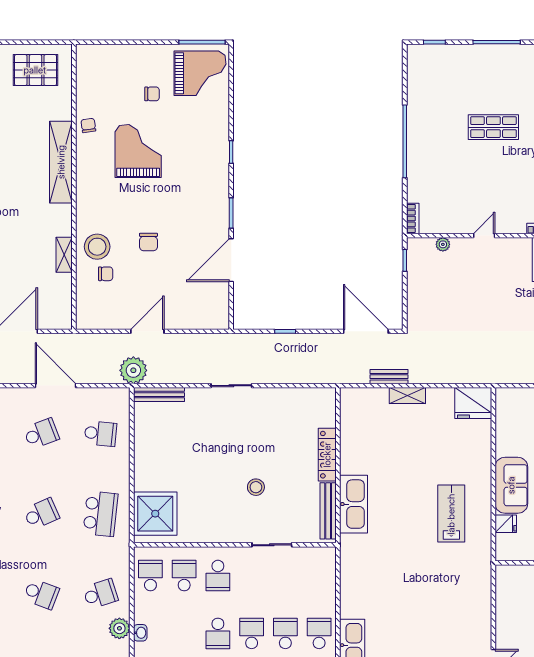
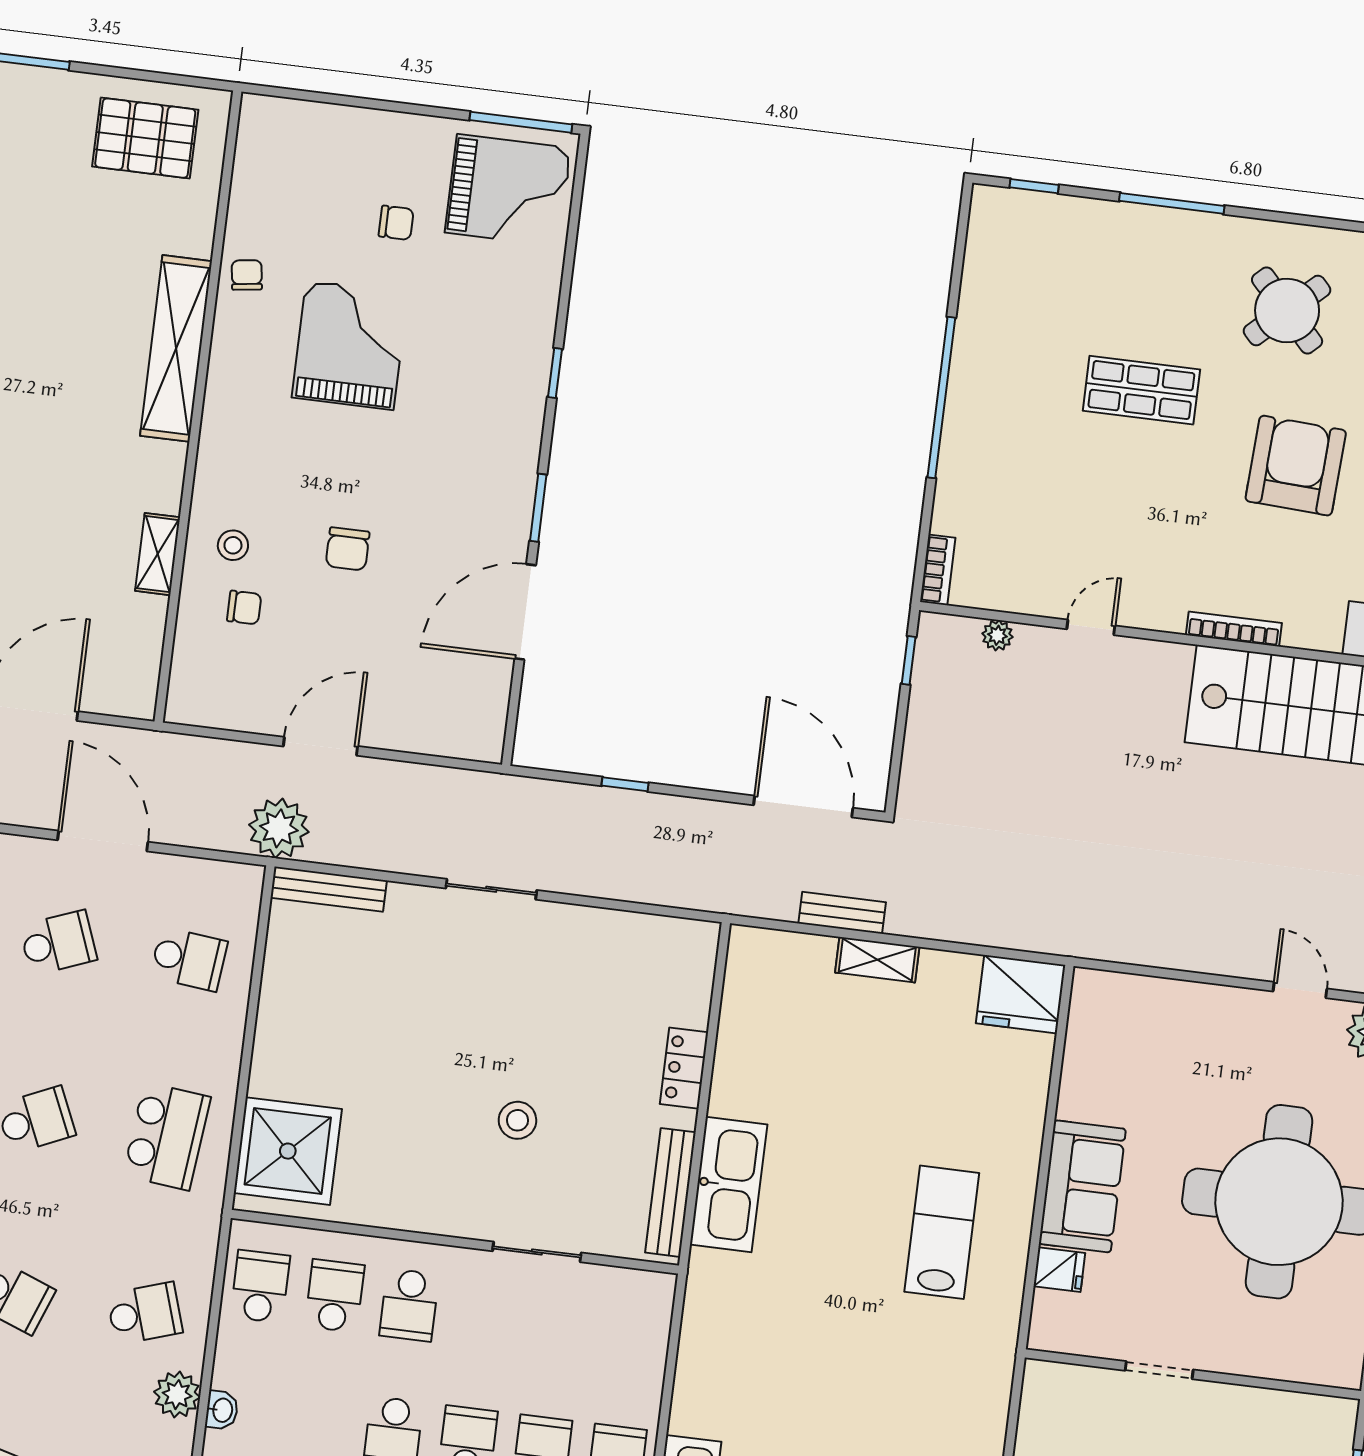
stool: (97, 247) -> (233, 545), width x0.53, depth x0.53
locker: (327, 455) -> (684, 1068), width x0.66

